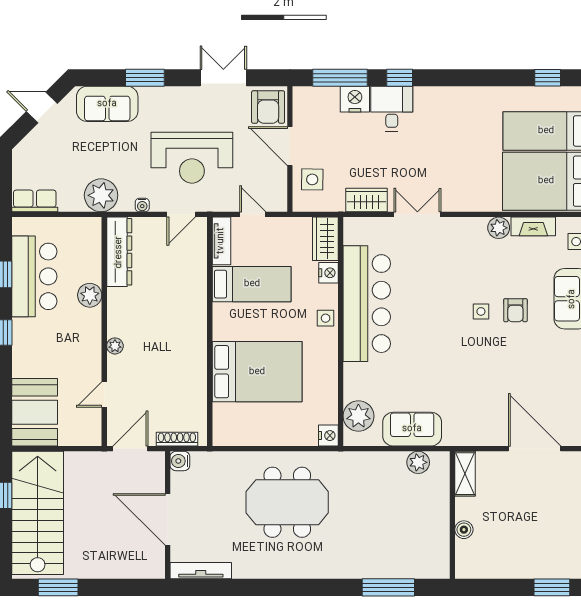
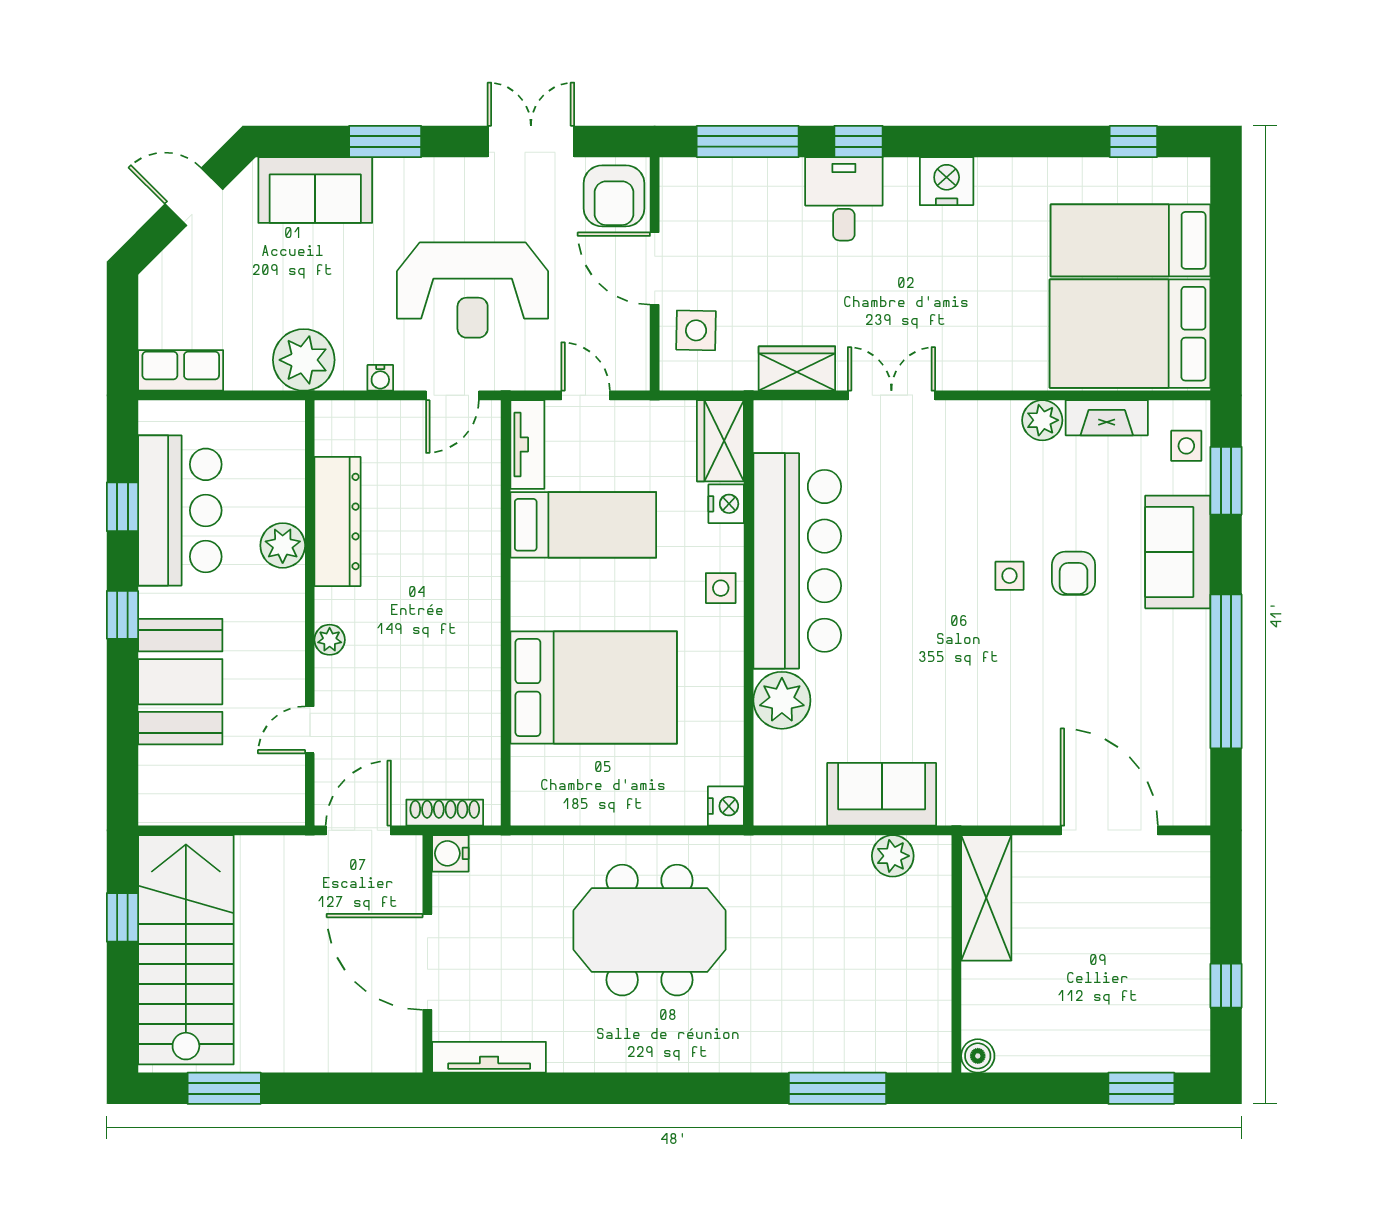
nightstand: (355, 99) -> (947, 181), moved
dresser: (119, 252) -> (338, 521), moved
booth: (35, 412) -> (180, 682), moved
plant: (358, 416) -> (782, 700), moved
shelving: (465, 474) -> (986, 898), width x1.50, depth x1.33
boiler: (464, 530) -> (978, 1056), moved

